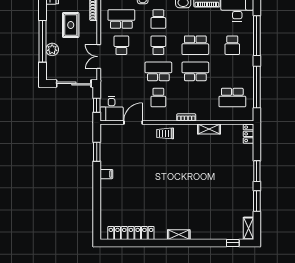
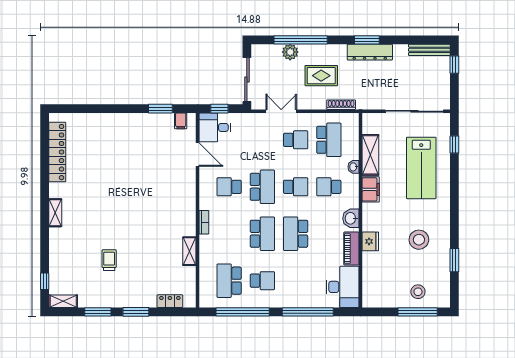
school desk: (232, 45) -> (262, 281), moved, turned 180
trolley: (165, 133) -> (109, 260), moved
locker: (248, 134) -> (170, 301), moved
filing cabinet: (106, 174) -> (181, 121), moved

